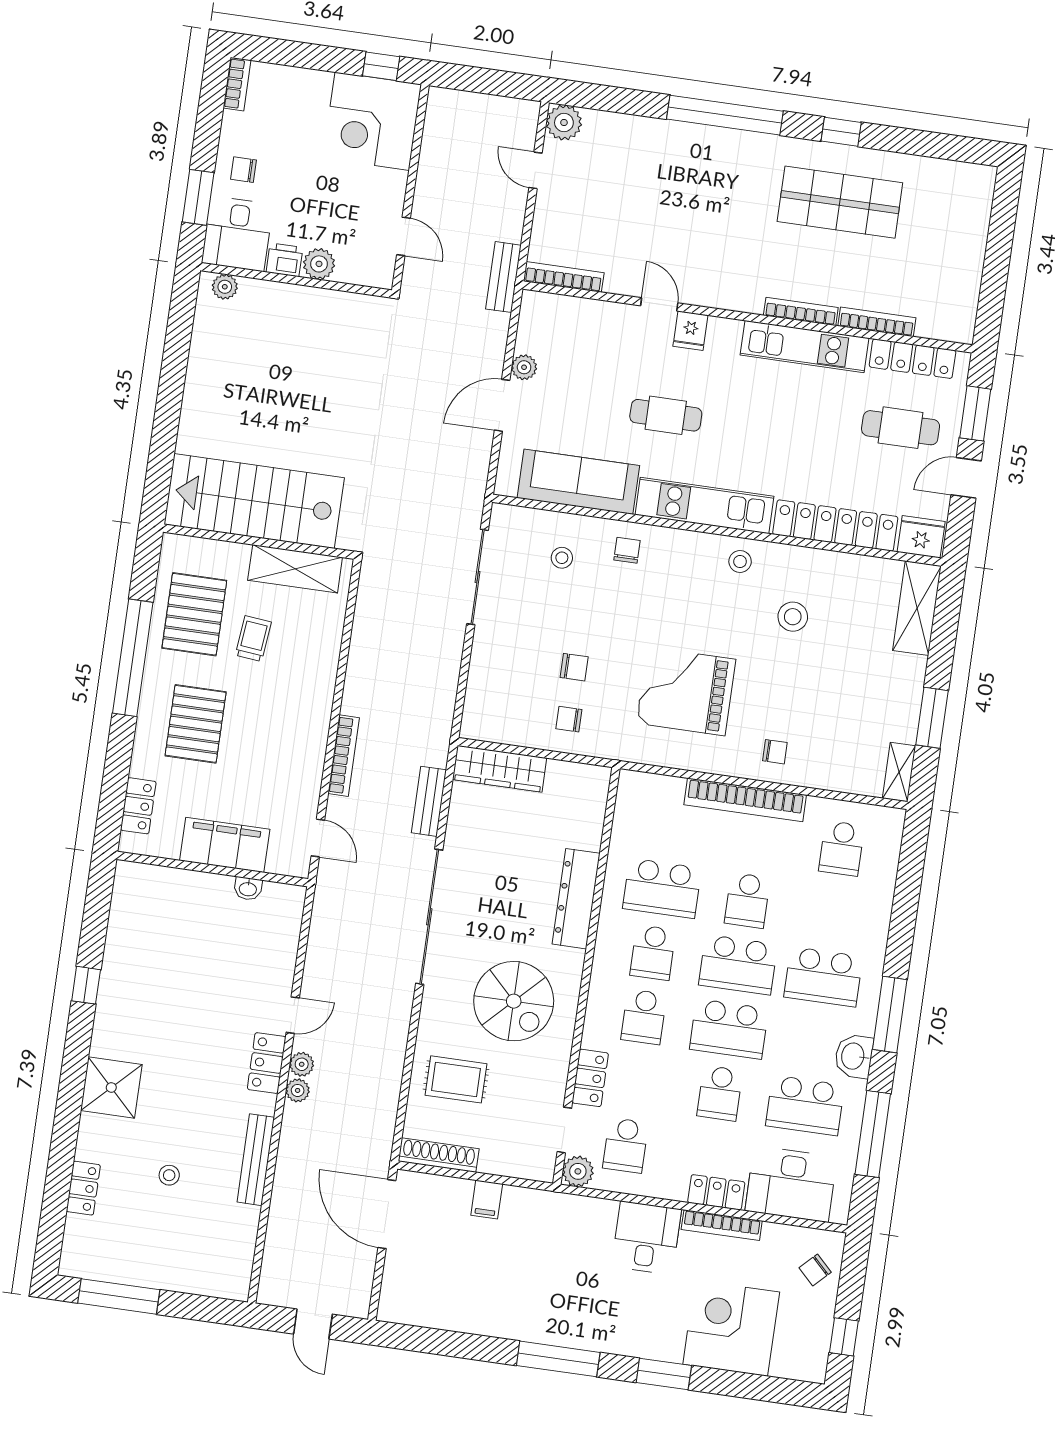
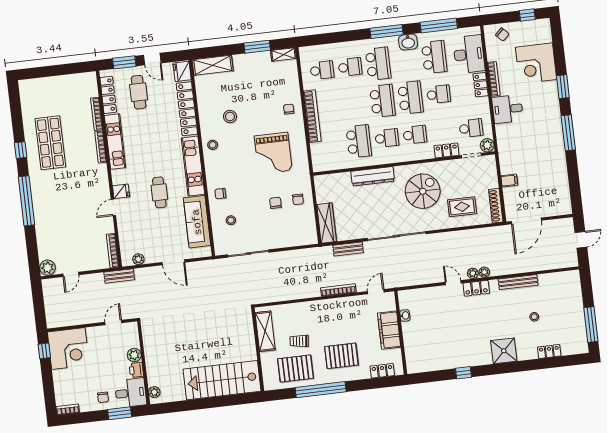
plant: (524, 367) -> (138, 259), moved
stairs: (254, 501) -> (222, 380), moved, turned 90
school desk: (747, 900) -> (350, 67), moved
rug: (456, 1079) -> (462, 207), turned 90

